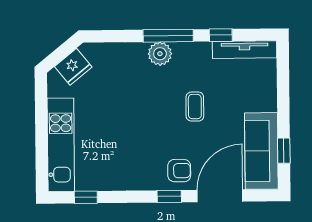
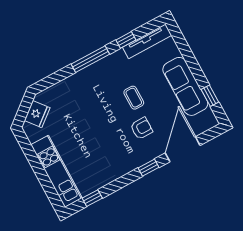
plant: (160, 54) -> (91, 74), removed
sofa: (261, 151) -> (185, 86), moved
armchair: (179, 171) -> (141, 128), moved

